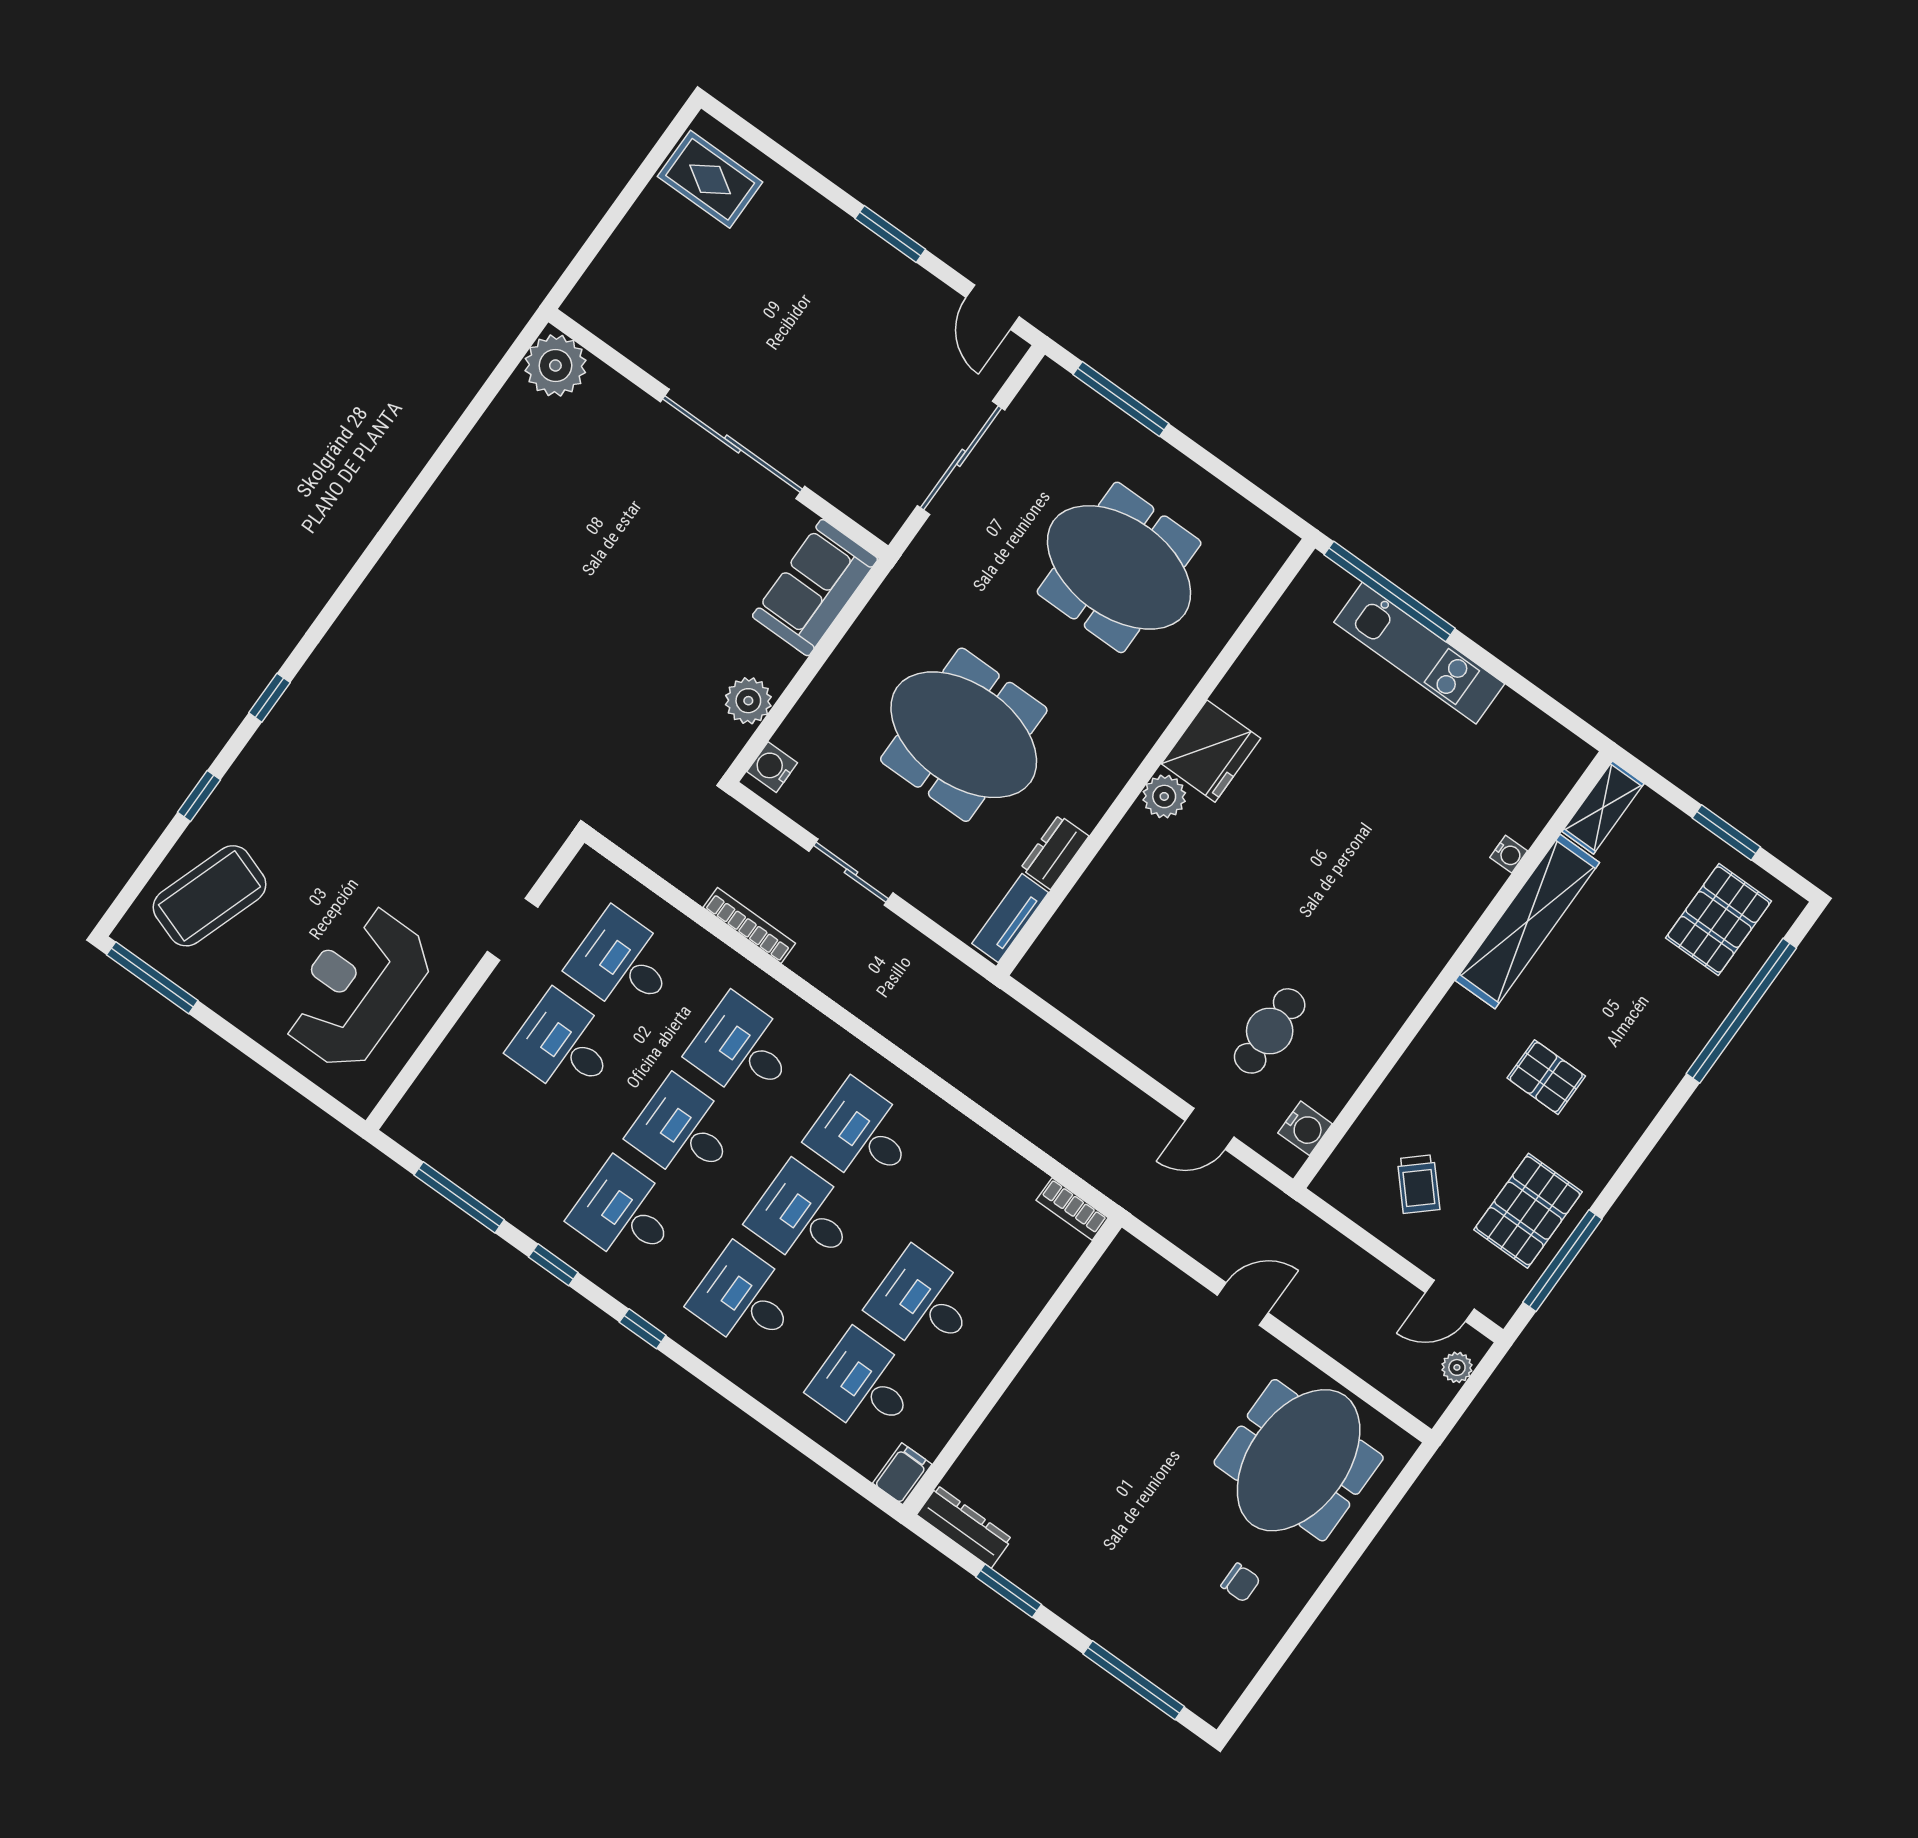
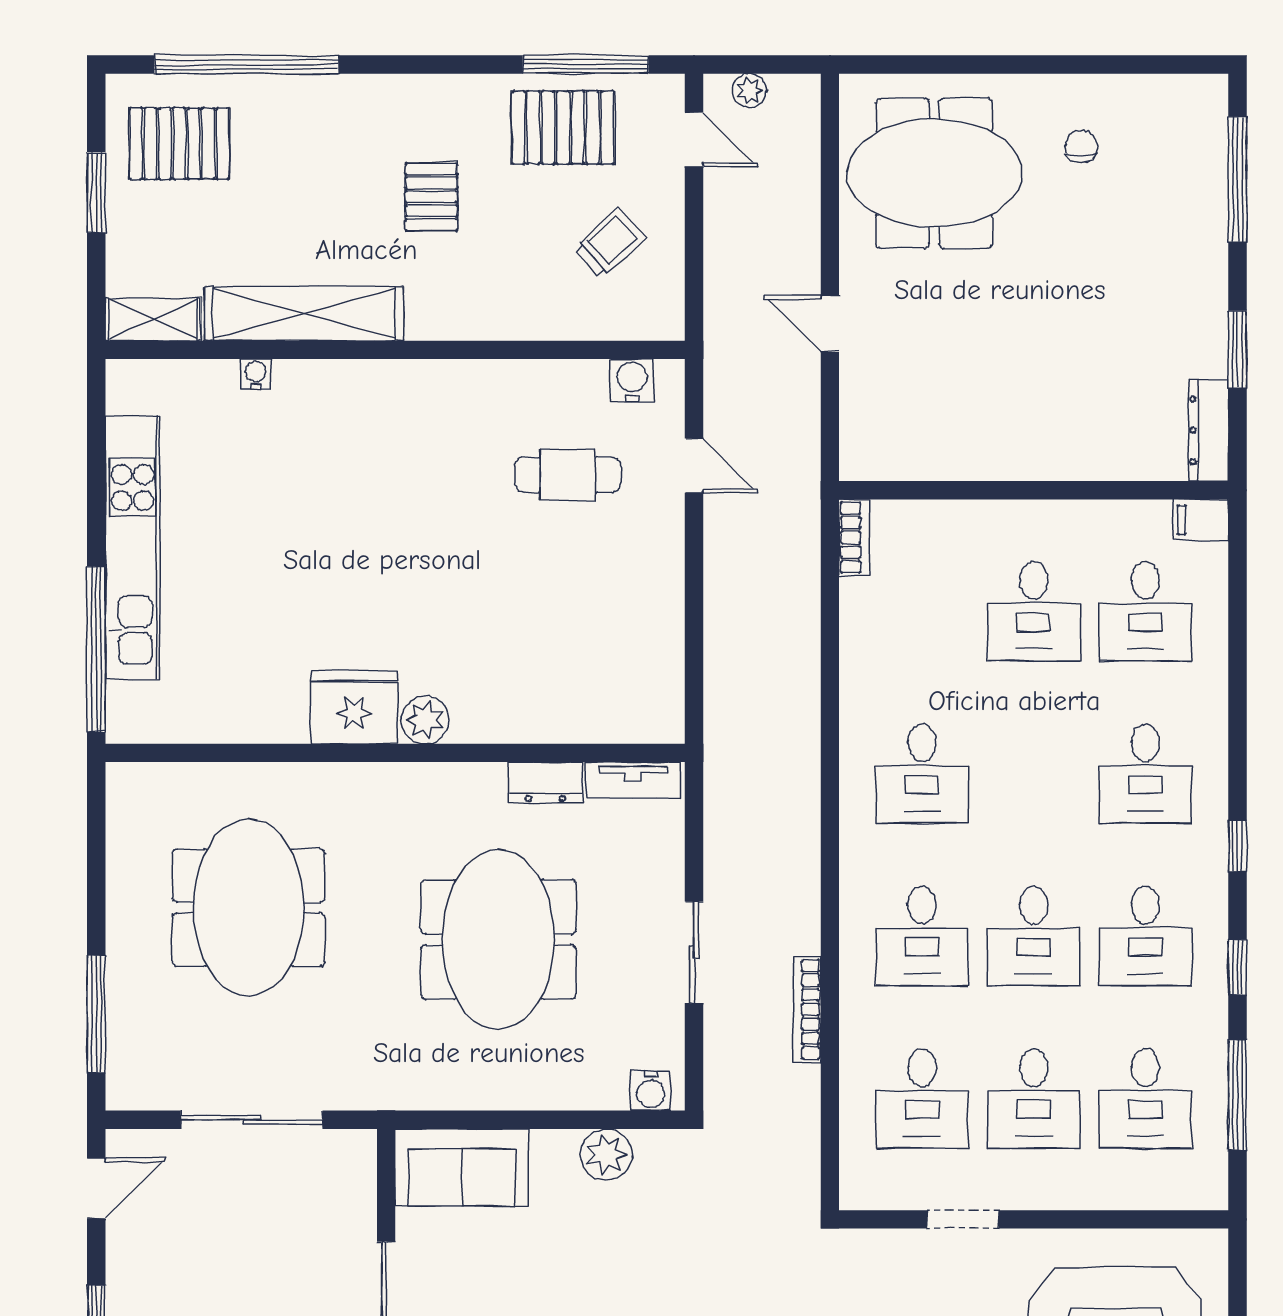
kitchen unit: (1419, 653) -> (133, 548), width x1.36
desk: (804, 1217) -> (1145, 1098), moved

